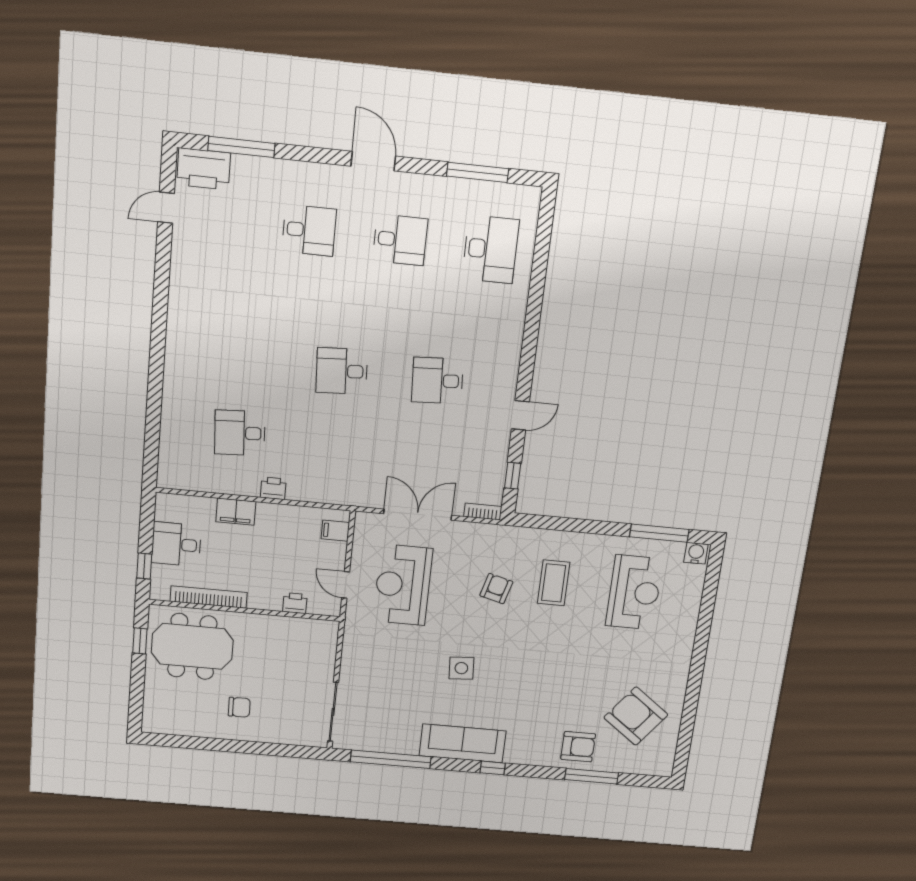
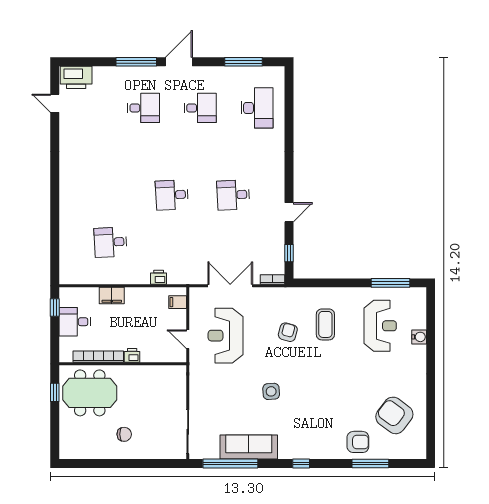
window: (241, 147) -> (136, 62), moved
door: (373, 161) -> (179, 62), hinge flipped
door: (166, 208) -> (55, 103), hinge flipped
printer: (273, 488) -> (159, 277), moved
water cooler: (696, 553) -> (419, 337), moved, turned 90
window: (144, 566) -> (55, 308), moved
printer: (295, 603) -> (132, 355), moved
sofa: (462, 743) -> (249, 447), moved

